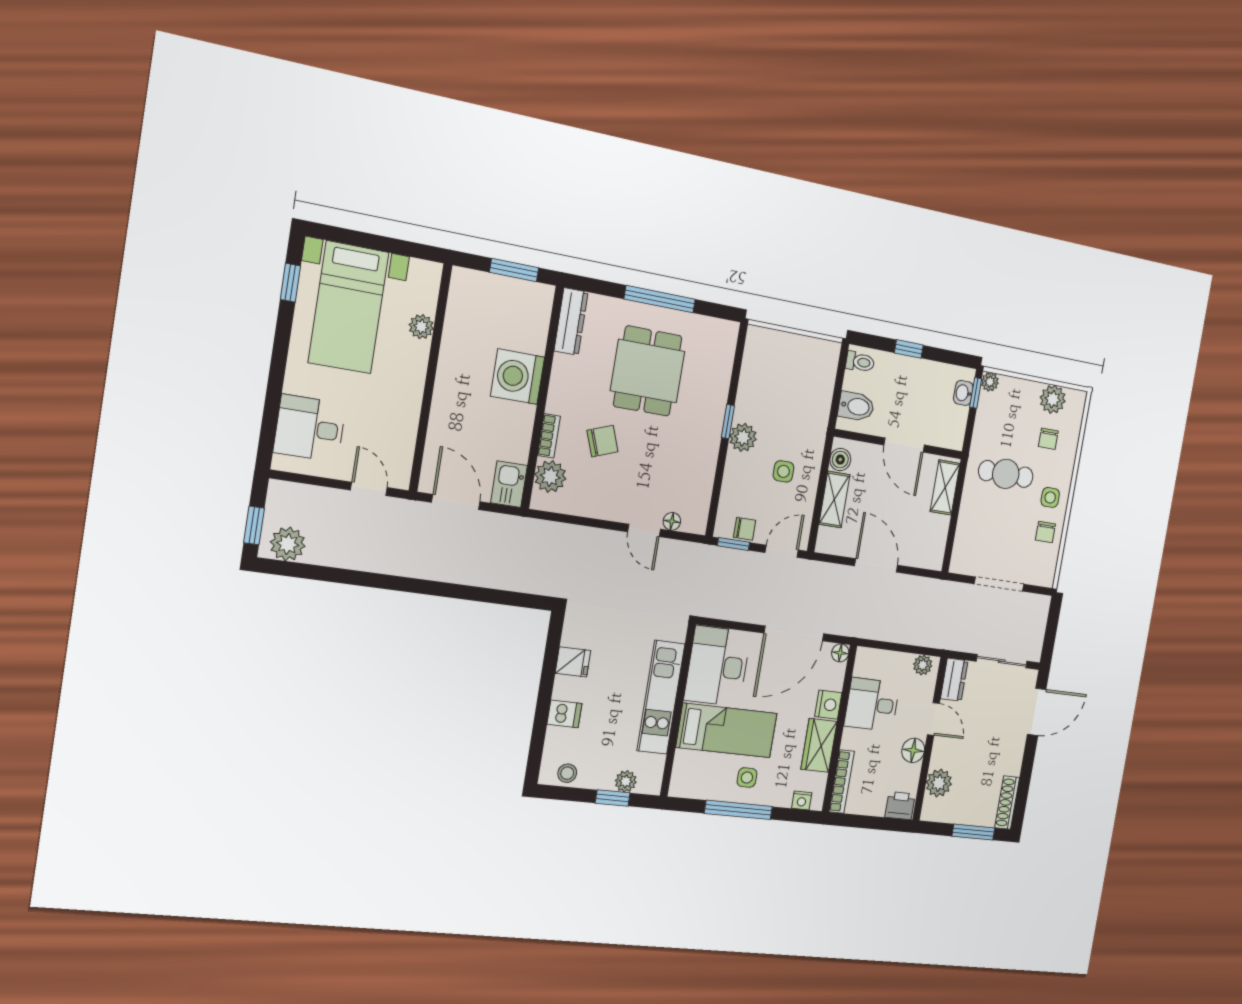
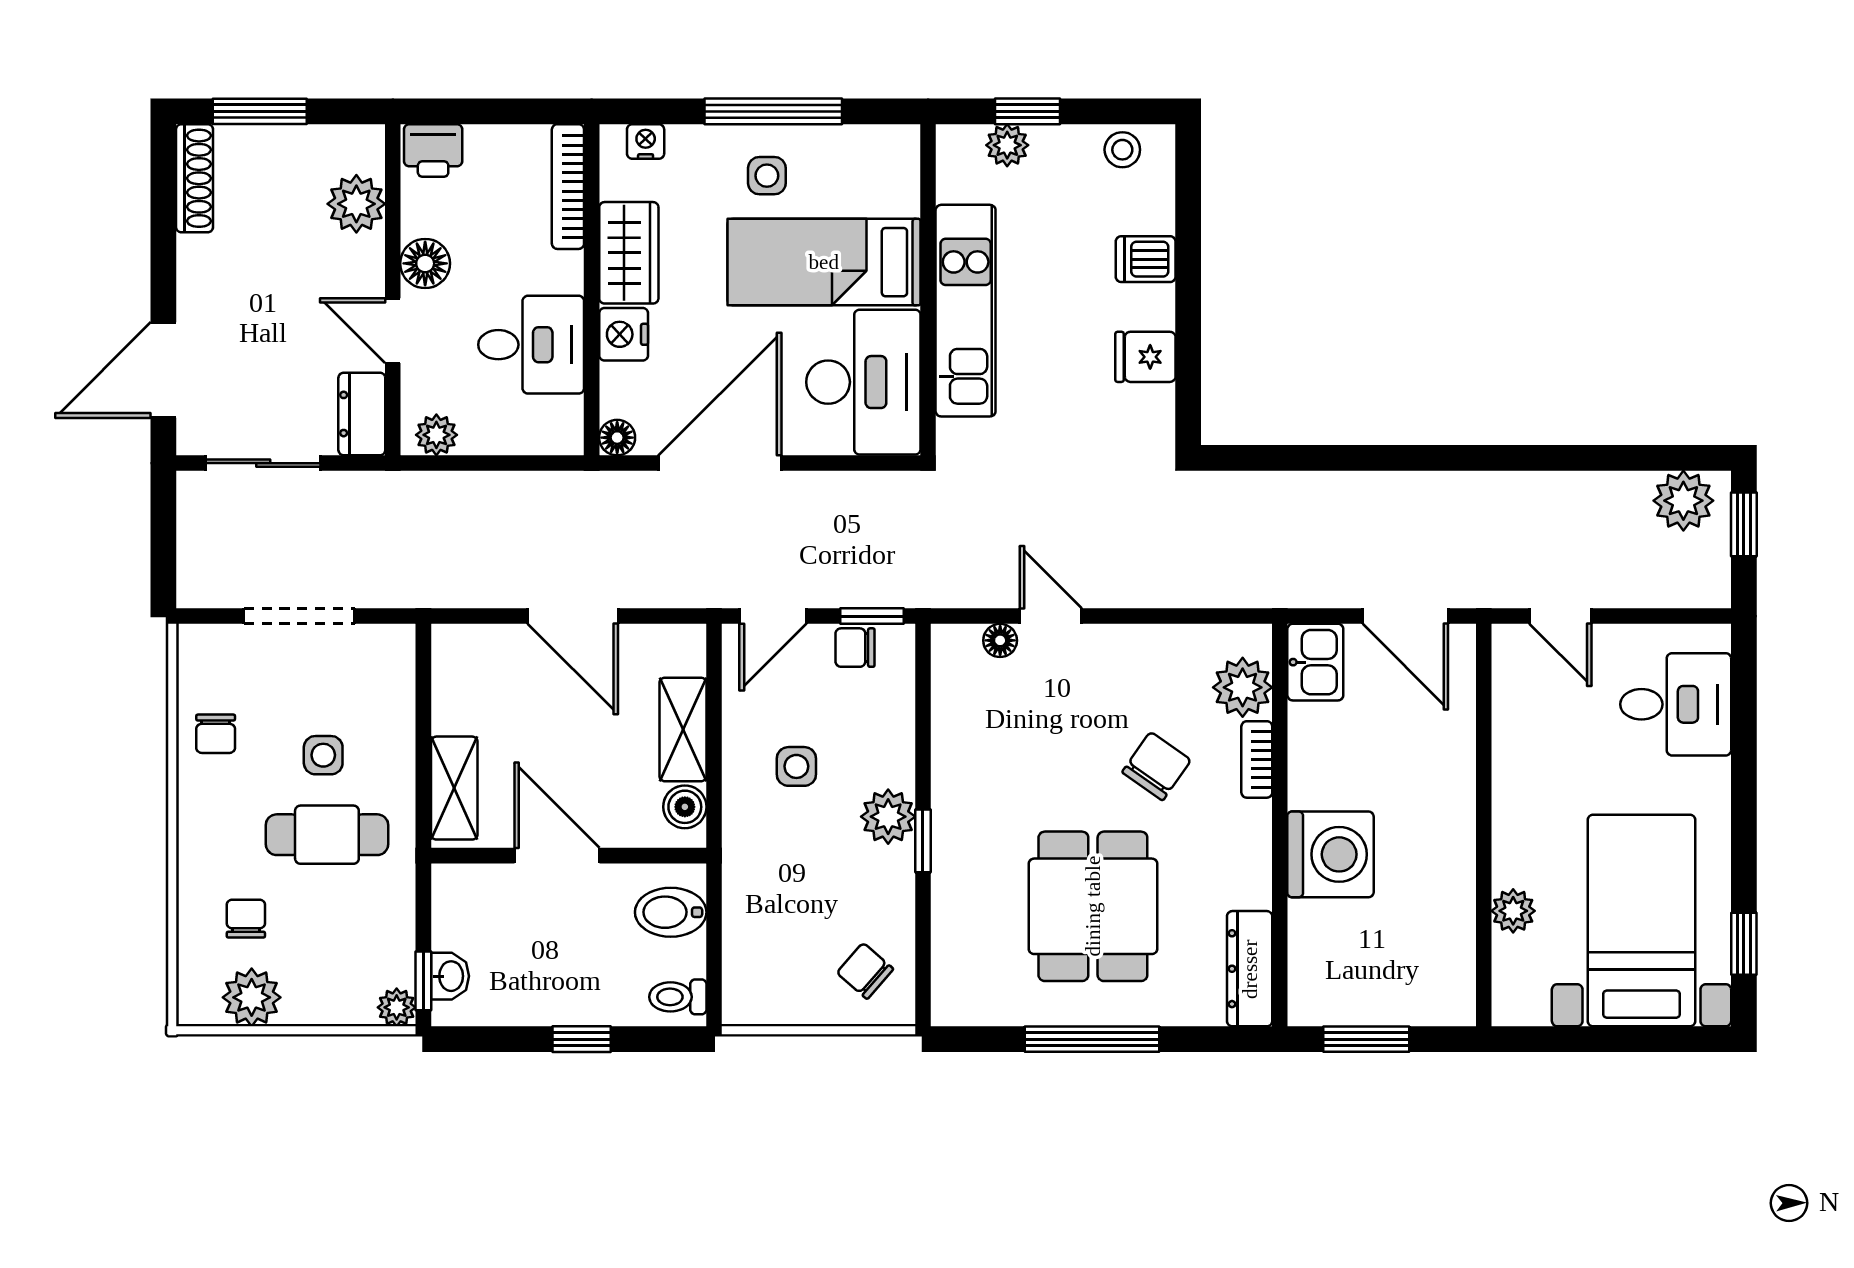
chair: (768, 358) -> (865, 971), added
chair: (602, 441) -> (1156, 766), turned 145
side table: (1050, 497) -> (323, 755), moved
chair: (1045, 532) -> (216, 734), turned 180

